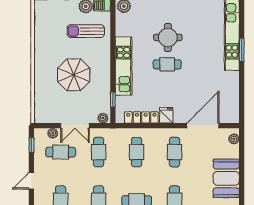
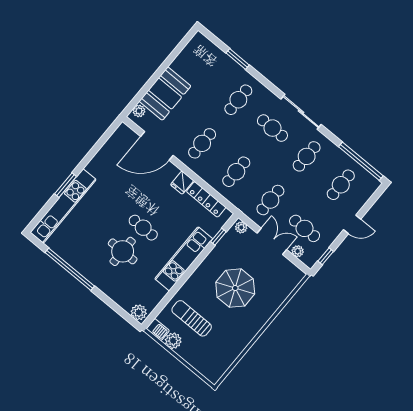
sun lounger: (86, 31) -> (192, 318), turned 180
booth: (226, 178) -> (165, 94), moved

